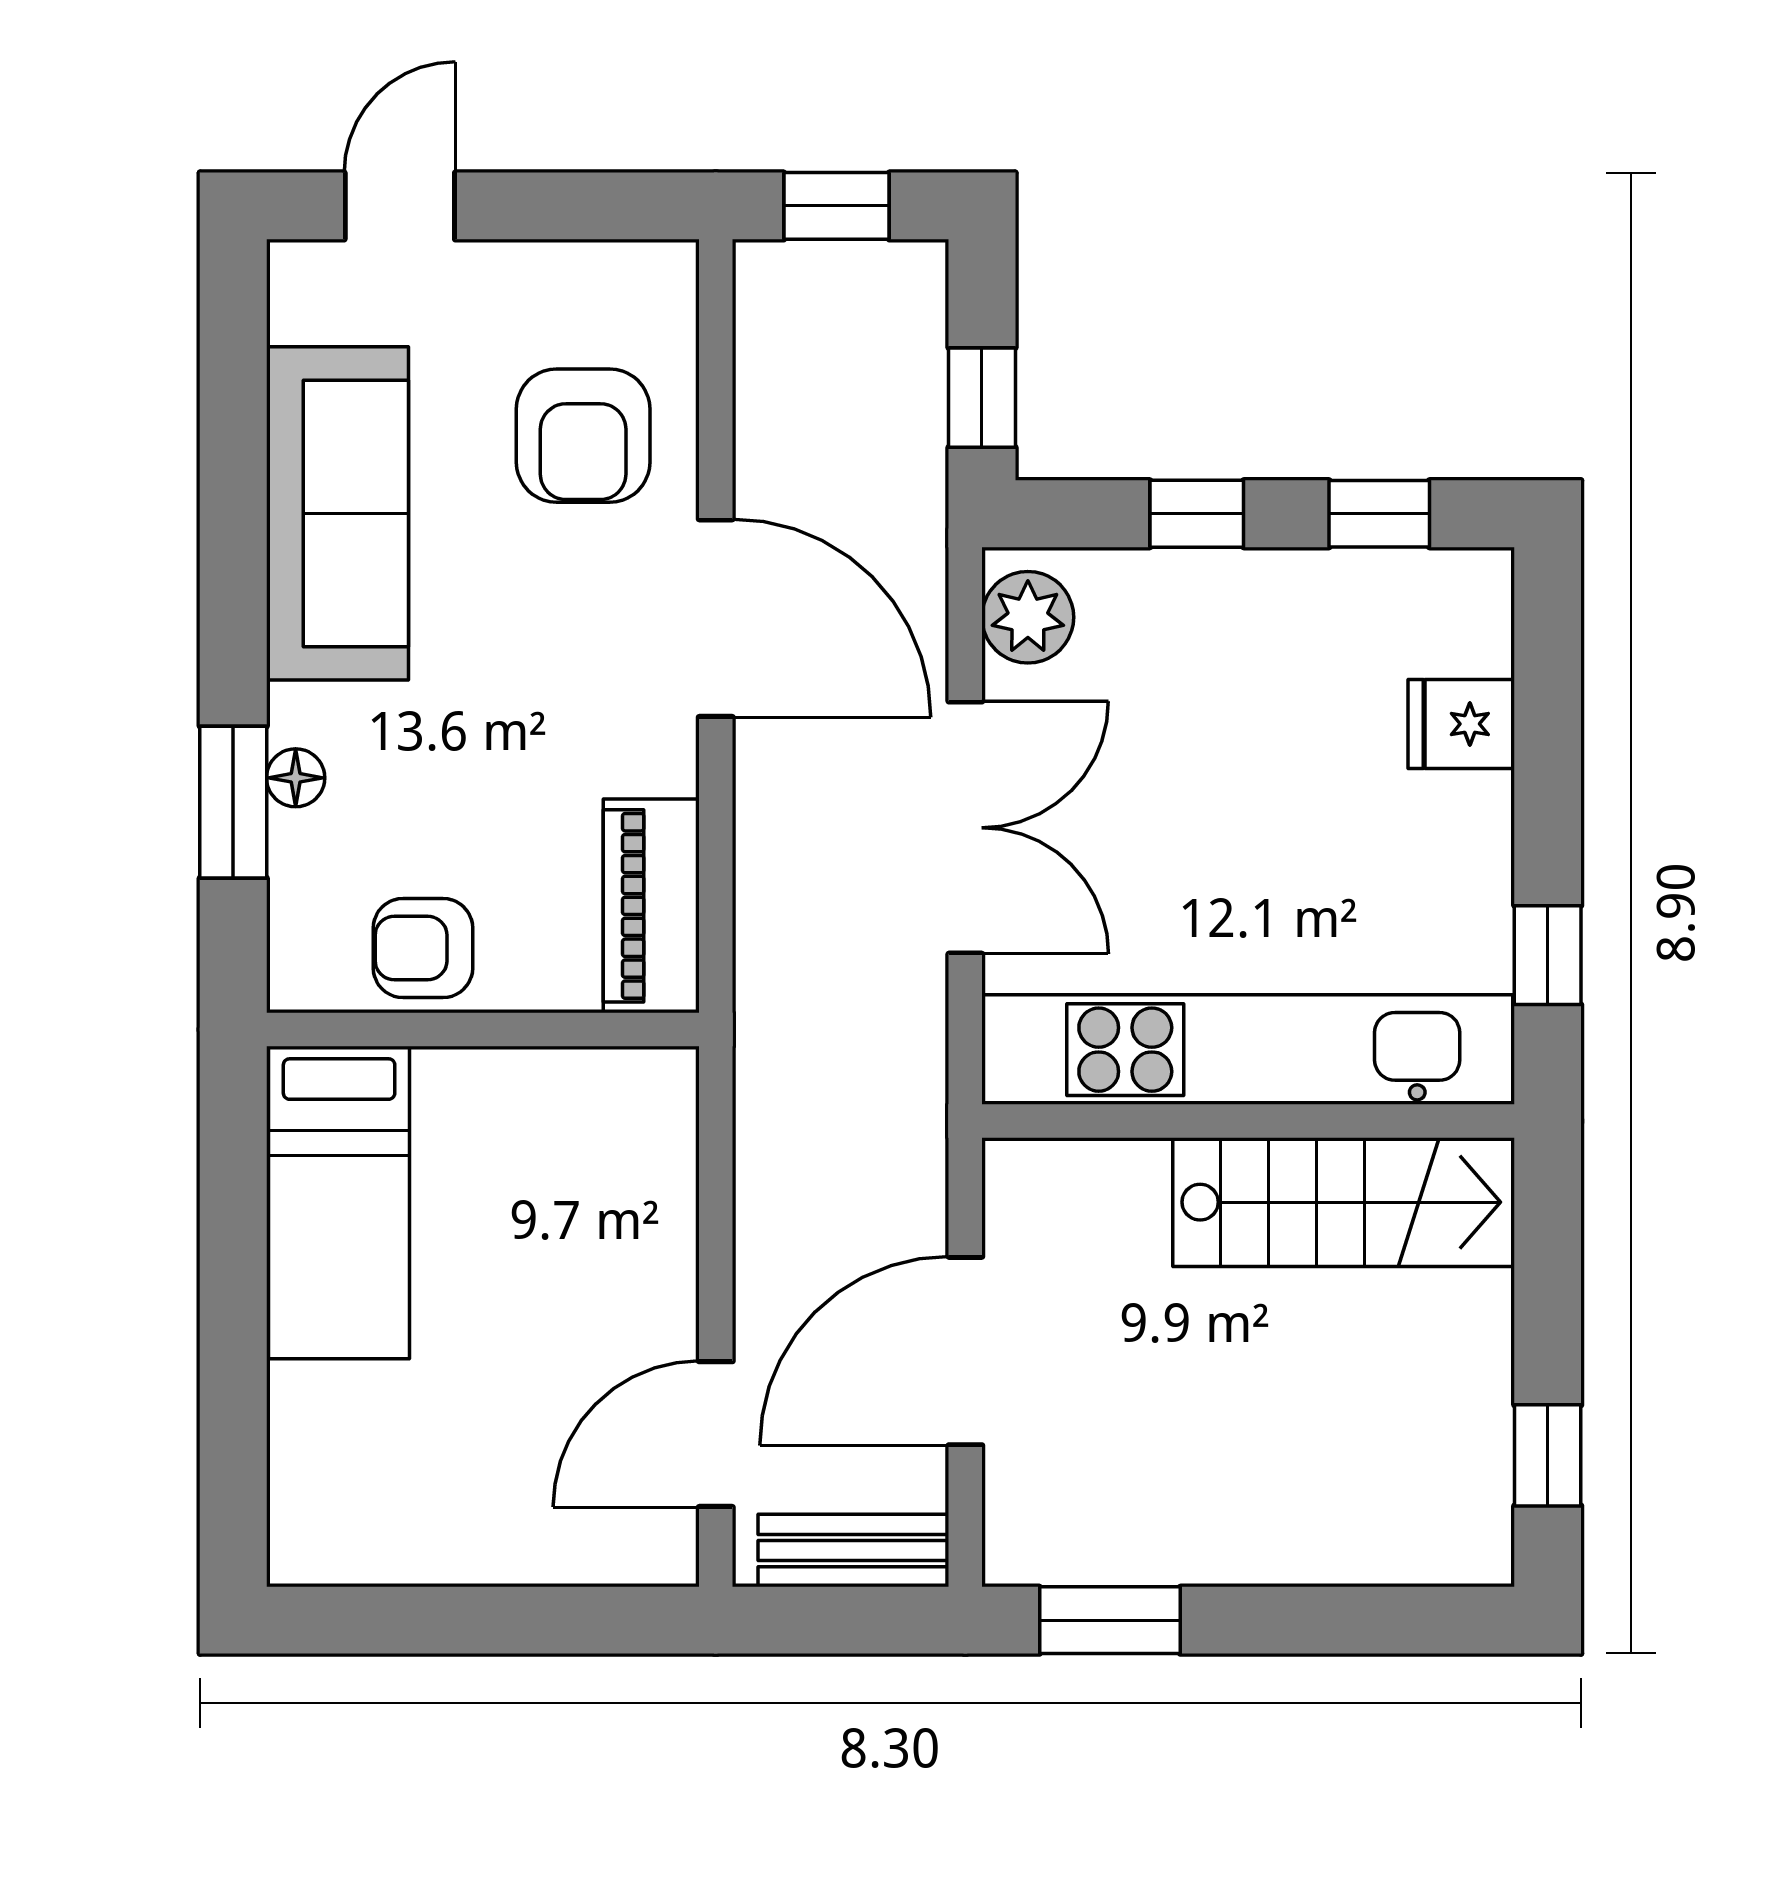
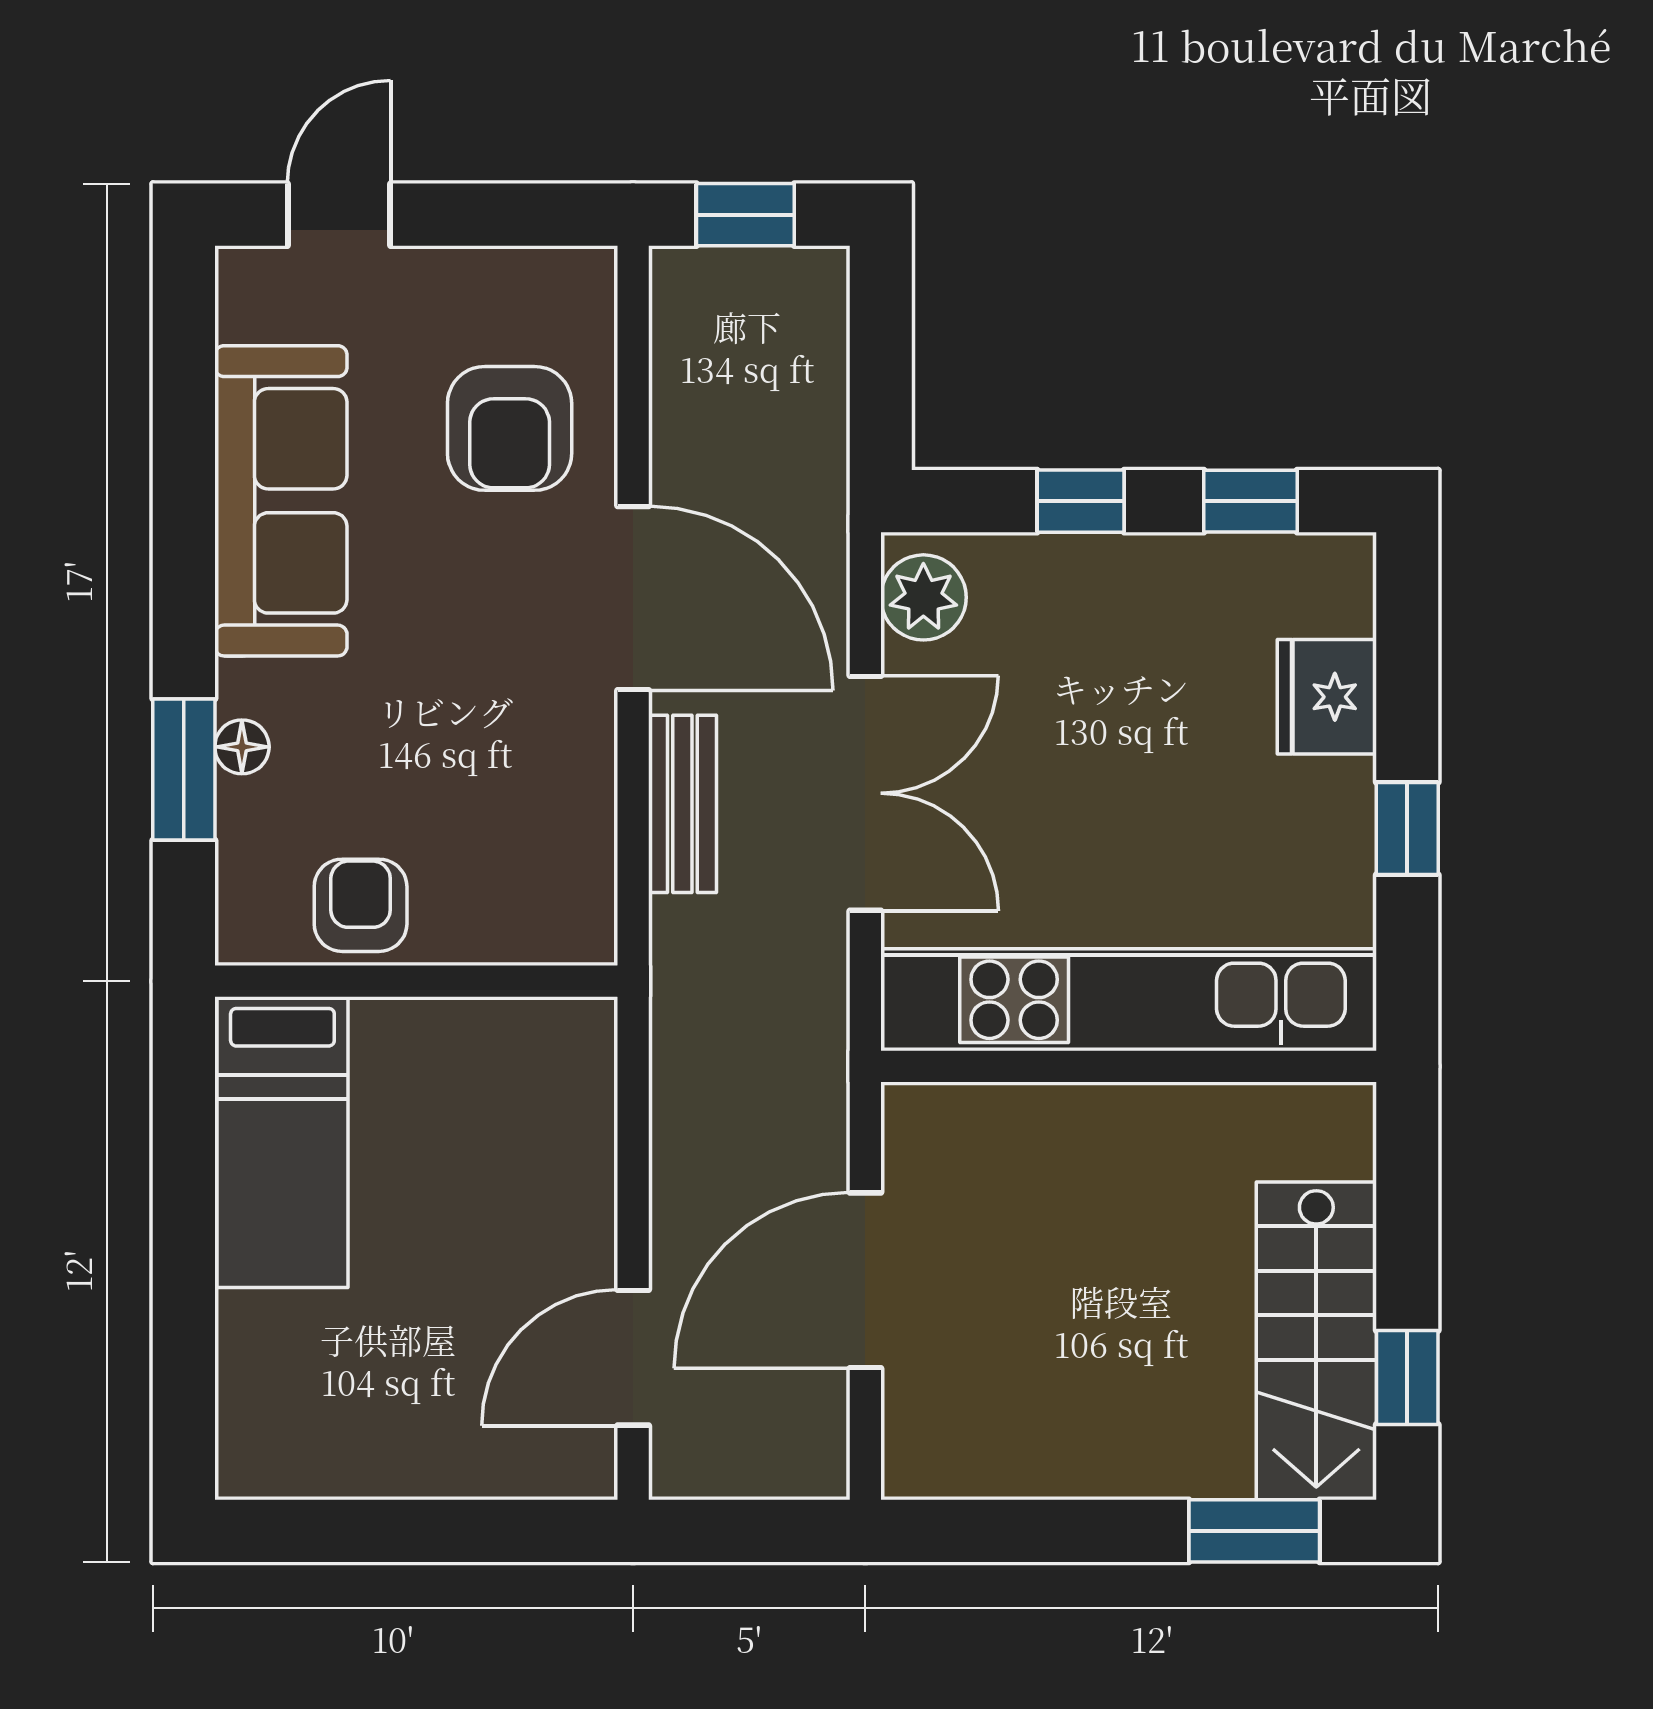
window: (982, 398) -> (881, 393), removed
fridge: (1461, 724) -> (1327, 697), width x1.38
piano: (651, 906) -> (573, 866), removed
armchair: (423, 948) -> (361, 905), turned 90
window: (1548, 955) -> (1407, 828), moved
stairs: (1344, 1202) -> (1316, 1341), moved, turned 90
bench: (853, 1551) -> (682, 804), moved, turned 90
window: (1110, 1620) -> (1254, 1531), moved

